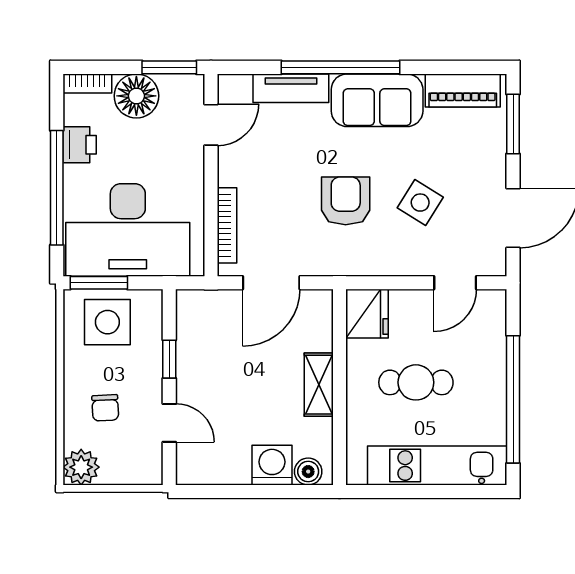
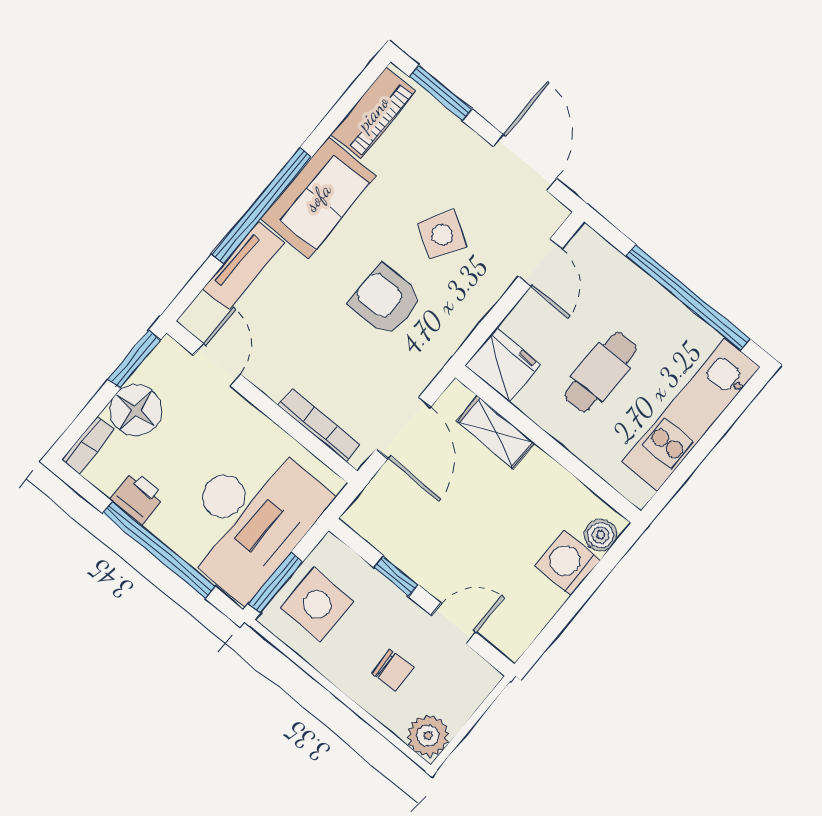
shelving: (319, 385) -> (496, 432), moved

